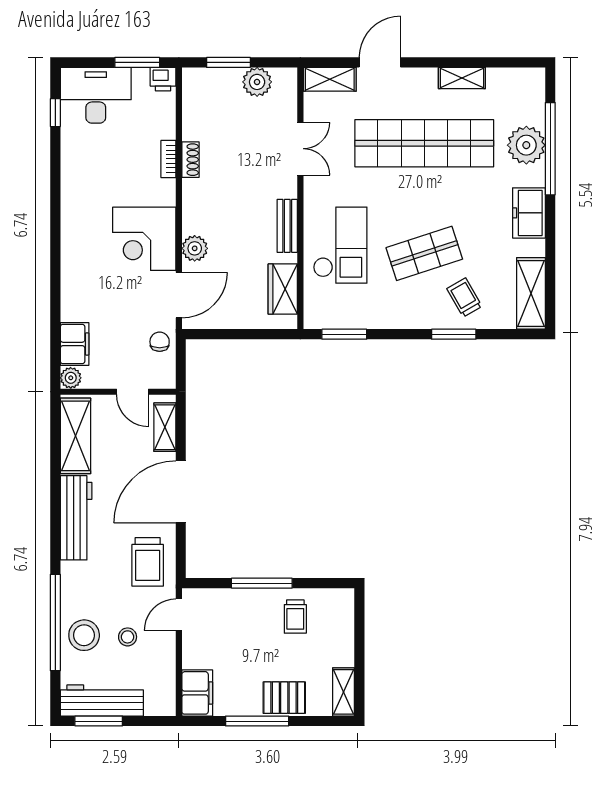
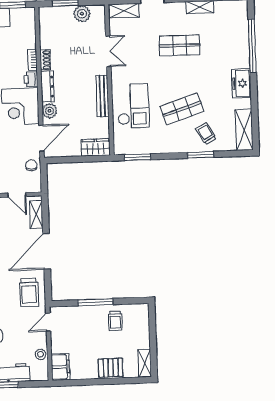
printer: (163, 79) -> (31, 79), moved, turned 90
shop shelf: (424, 143) -> (180, 45), width x0.50, depth x0.74
plant: (526, 145) -> (238, 44), removed
dresser: (192, 206) -> (47, 87), added
bench: (287, 226) -> (102, 96), width x1.36
wardrobe: (283, 289) -> (96, 147), moved, turned 90
stool: (128, 637) -> (41, 354), moved
window: (257, 721) -> (95, 382), removed

